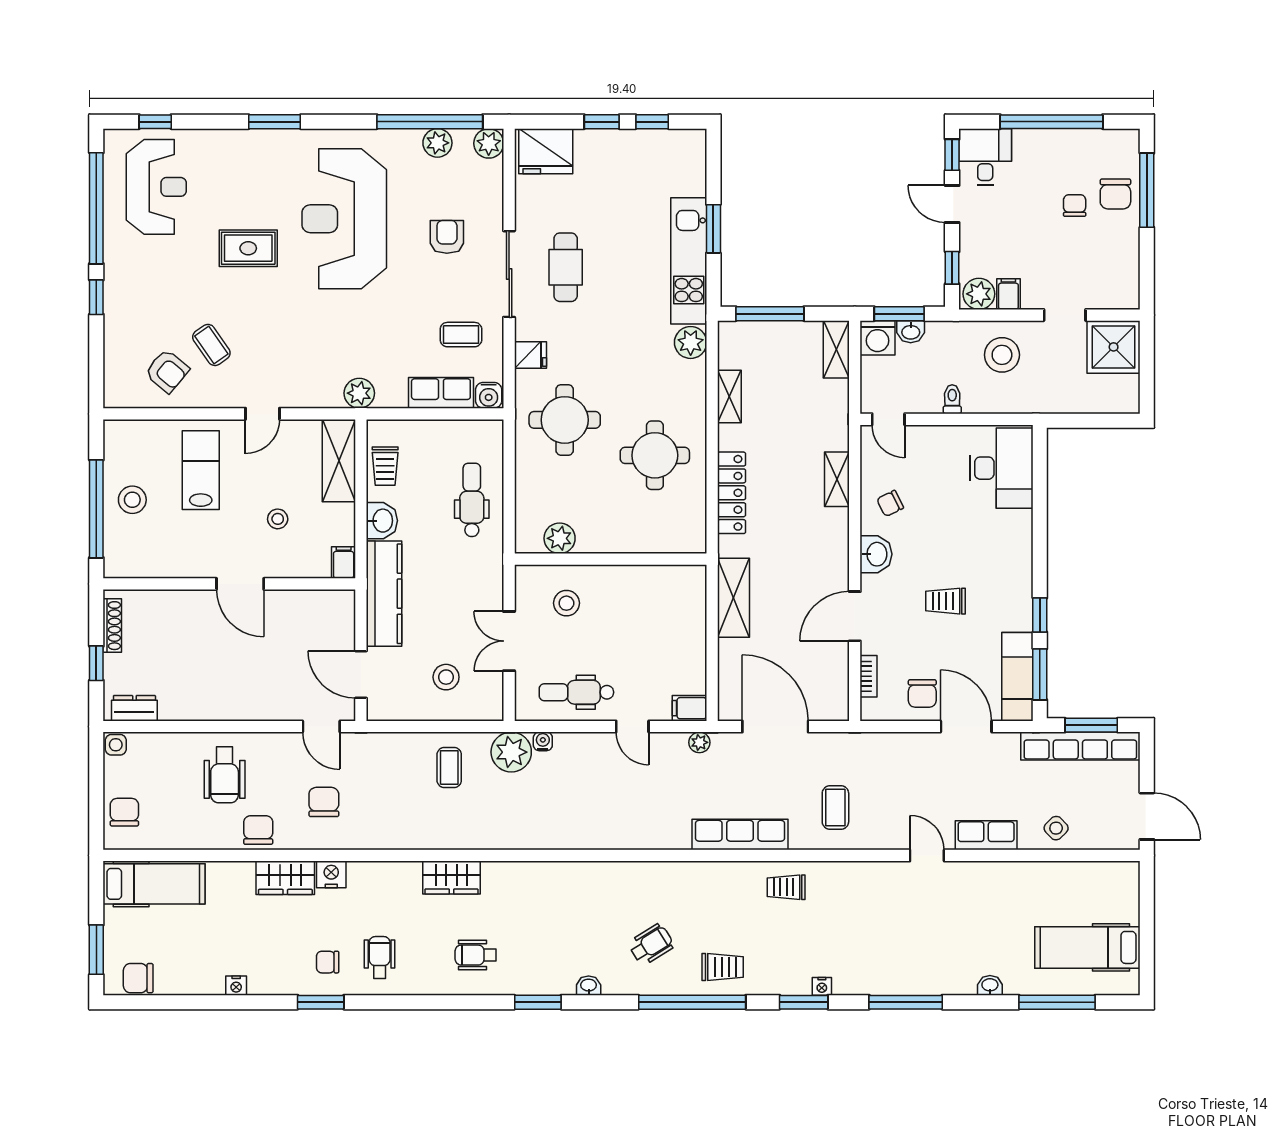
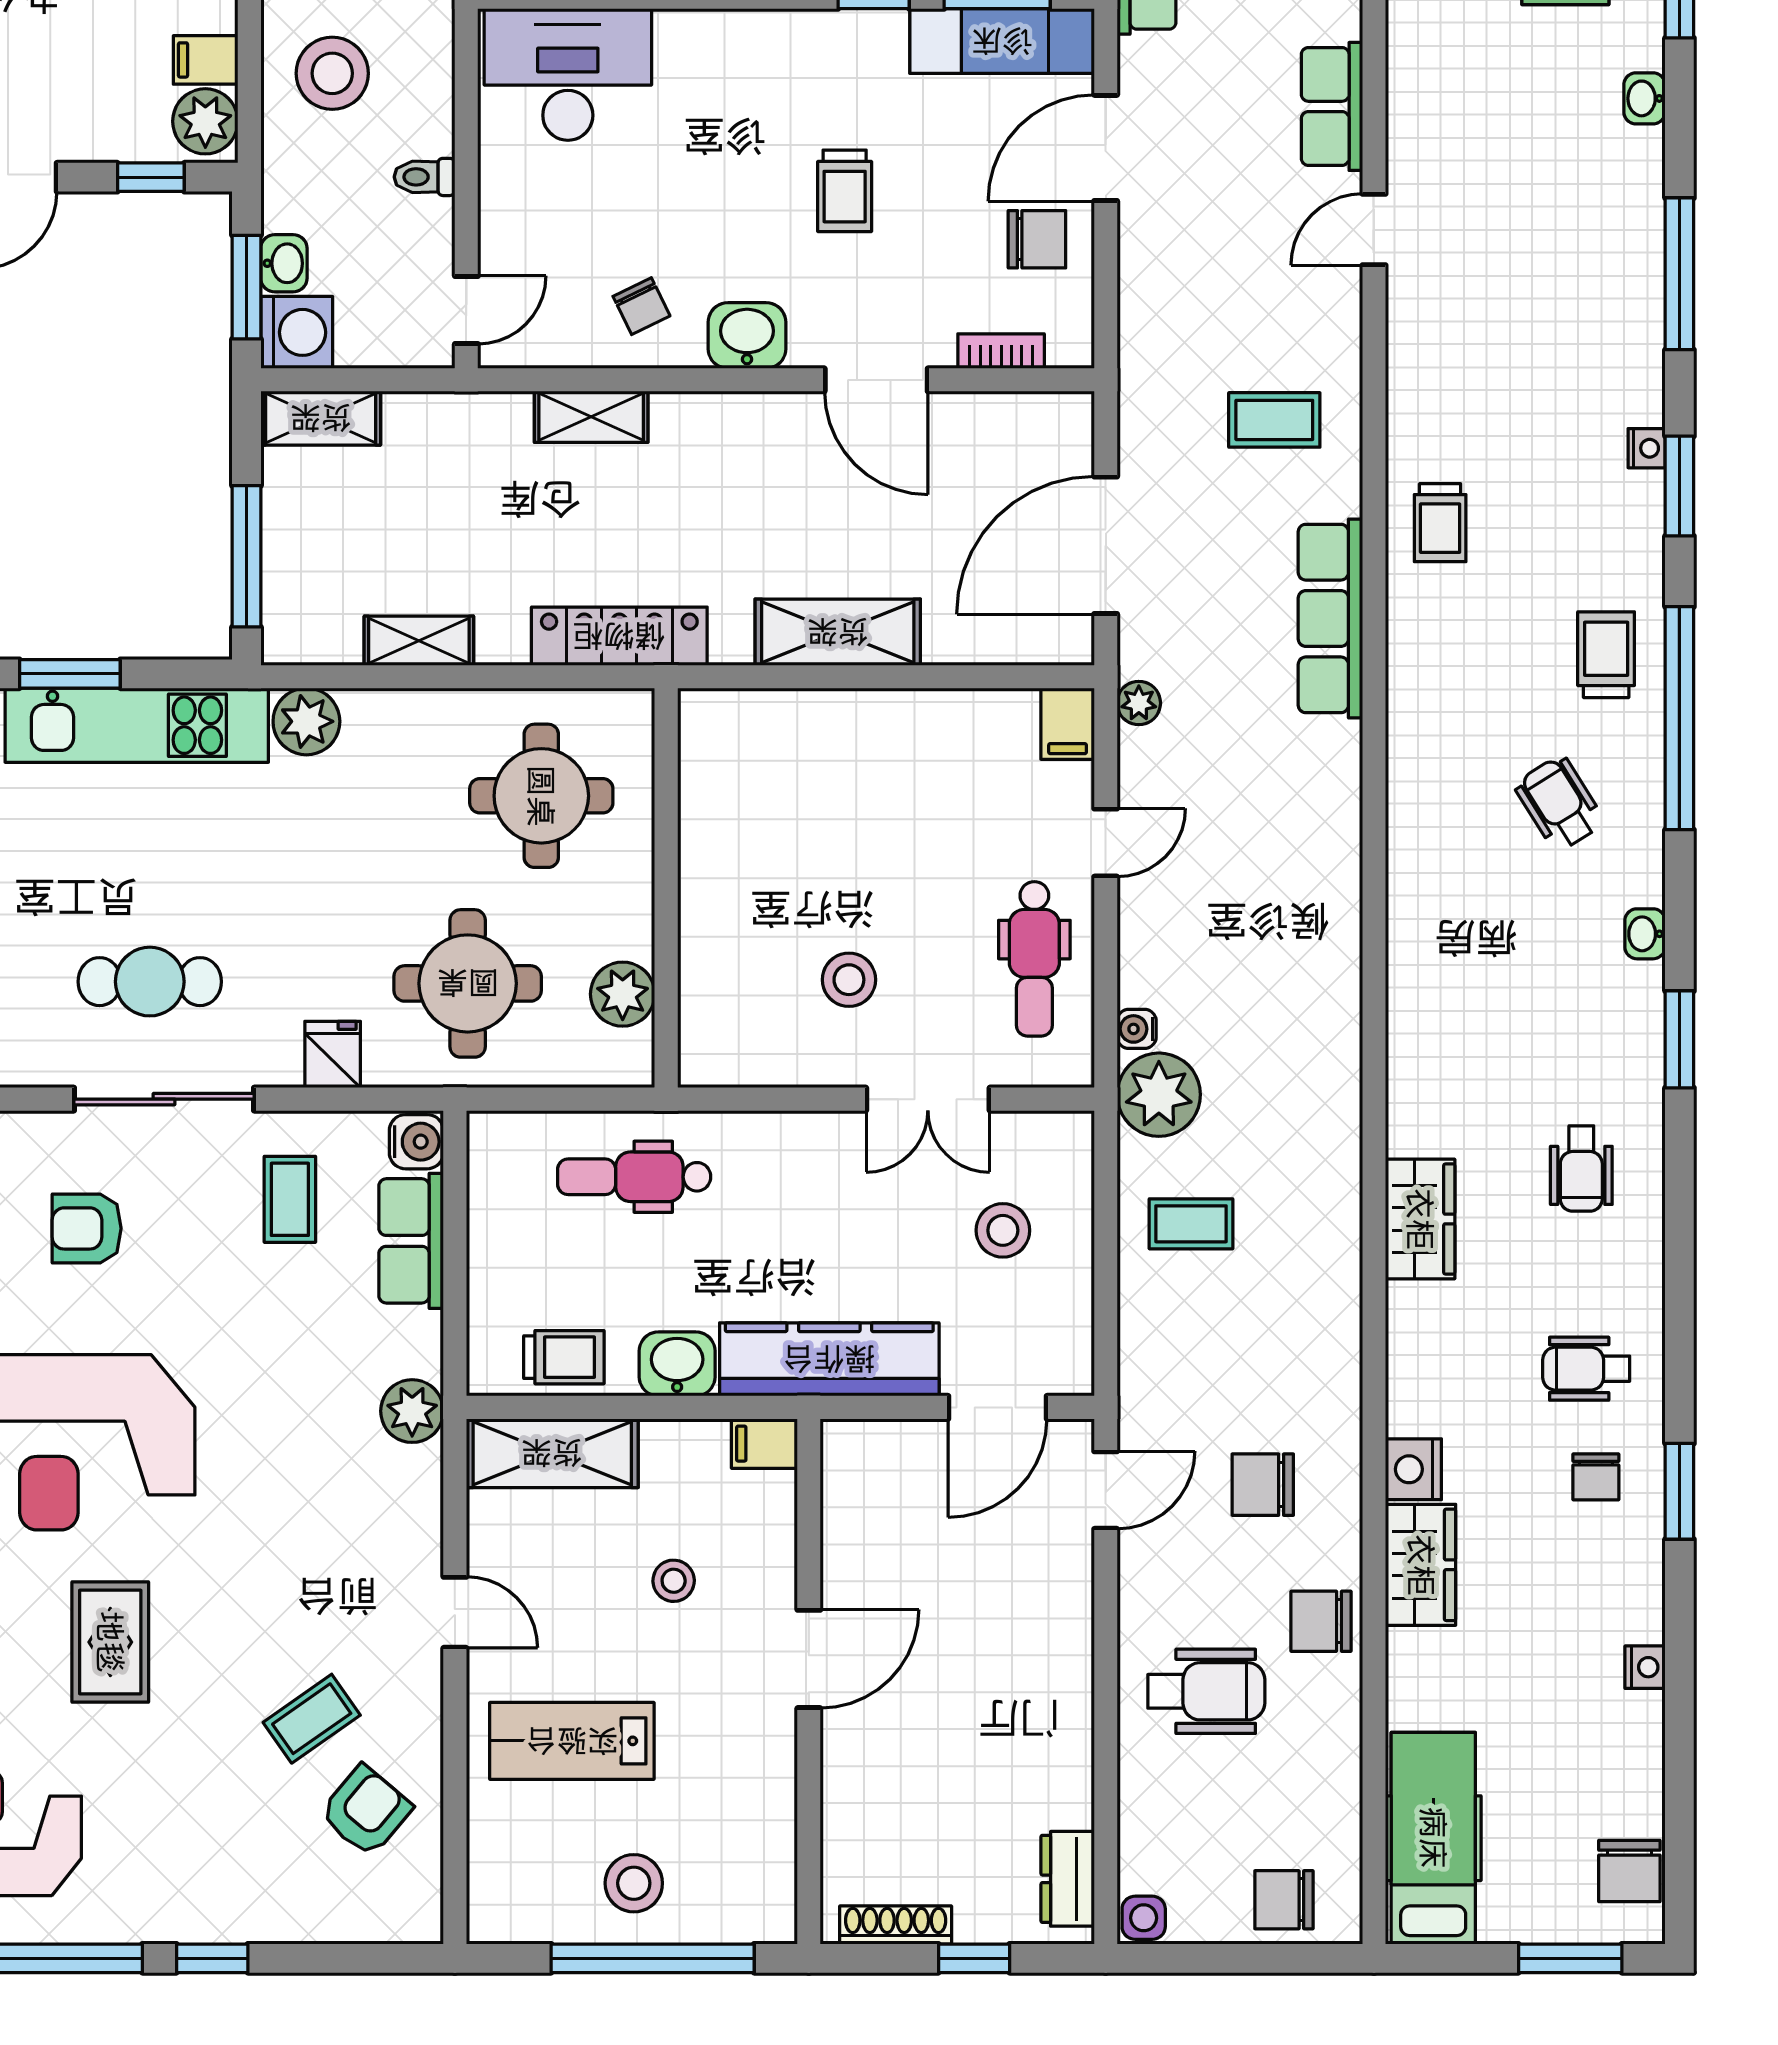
plant: (560, 538) -> (623, 994), moved
wall: (611, 559) -> (666, 888), moved

